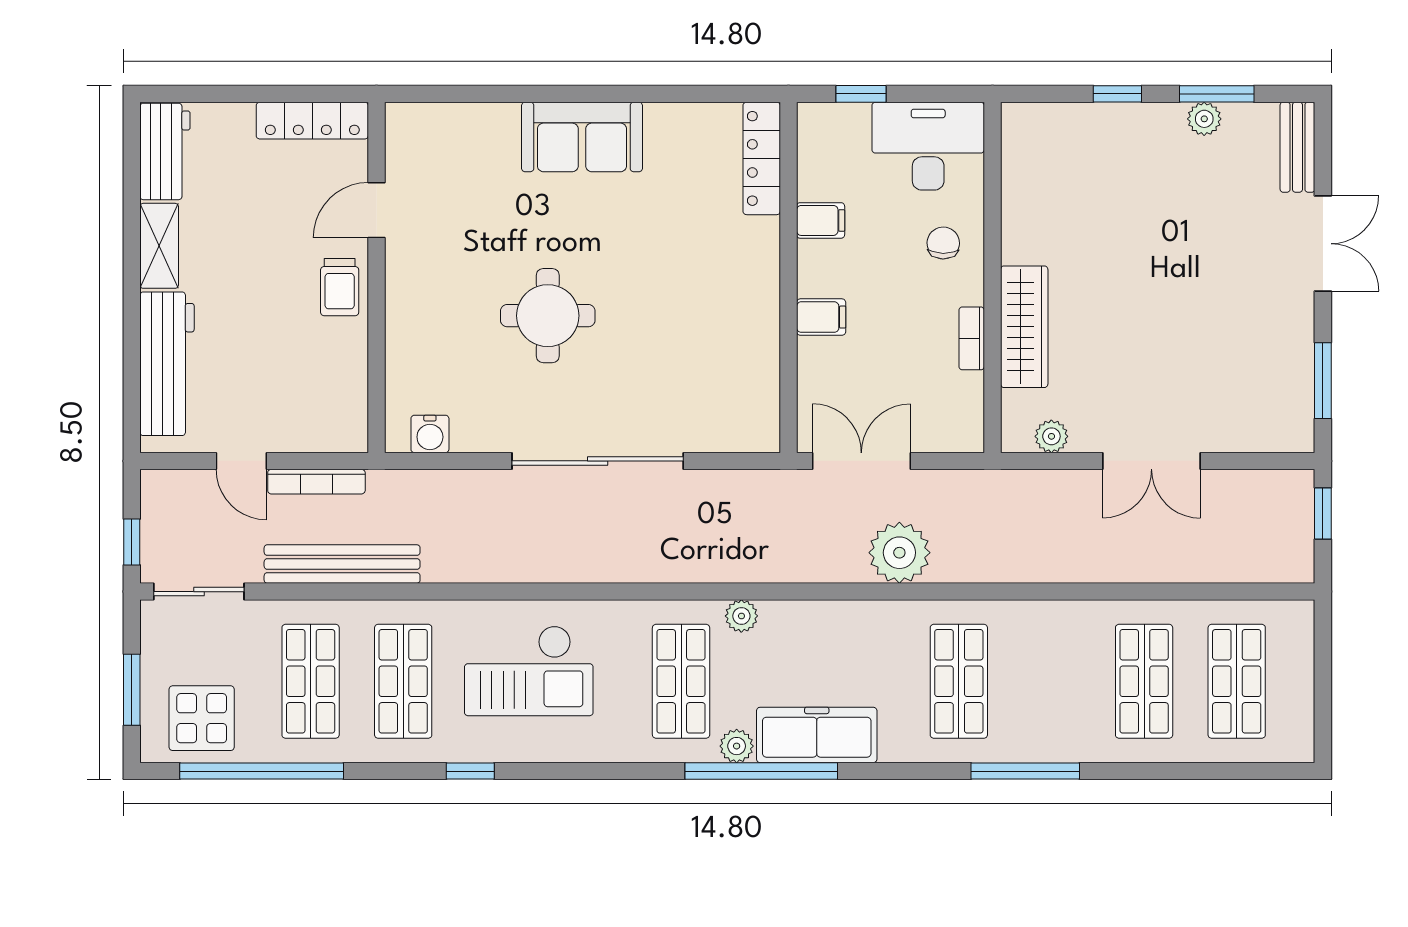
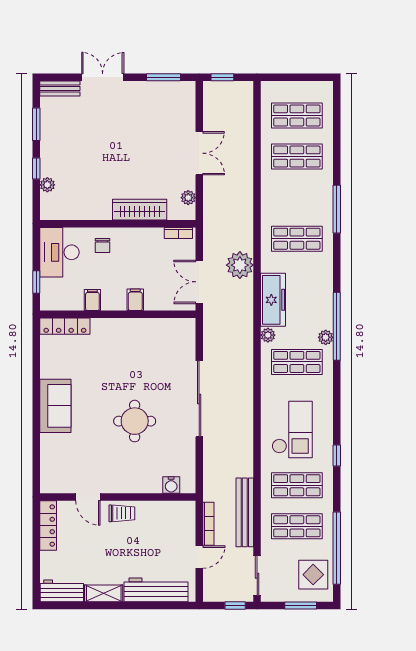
plant: (1204, 119) -> (47, 185), moved
chair: (943, 243) -> (102, 246), turned -91
bookcase: (972, 338) -> (178, 233), moved
water cooler: (430, 434) -> (171, 485), moved, turned 90
freezer: (817, 735) -> (273, 300), moved, turned 180

